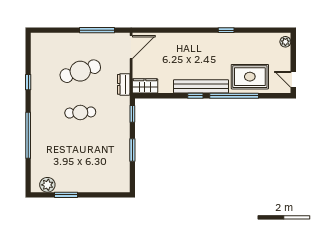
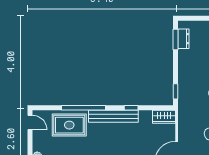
dresser: (124, 84) -> (183, 39), moved
window: (195, 96) -> (131, 108), moved
window: (132, 150) -> (175, 39), moved

